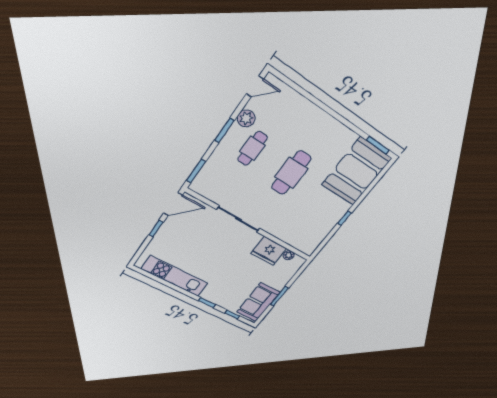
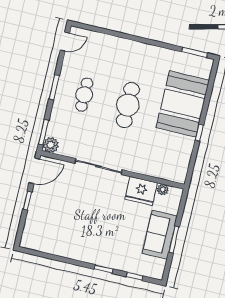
plant: (246, 118) -> (51, 145), moved
booth: (357, 172) -> (183, 104), moved
kitchen unit: (175, 276) -> (61, 247), removed
sofa: (258, 302) -> (160, 235), moved

